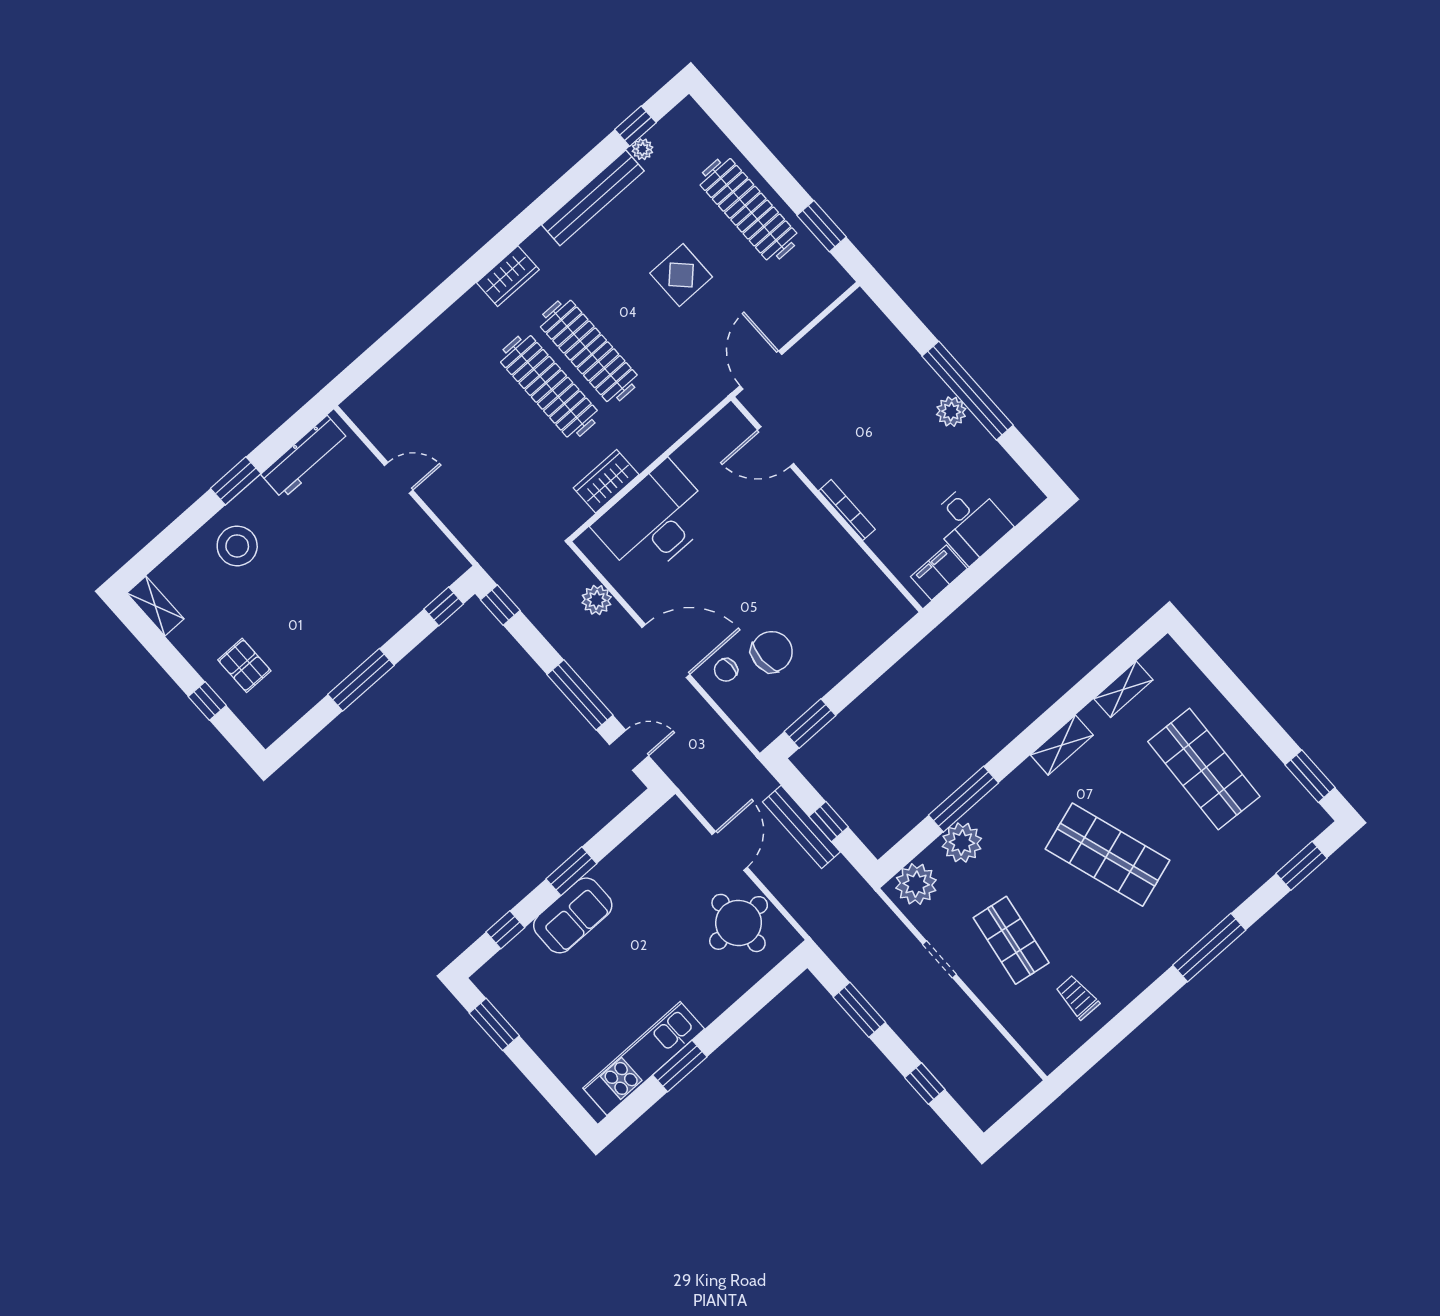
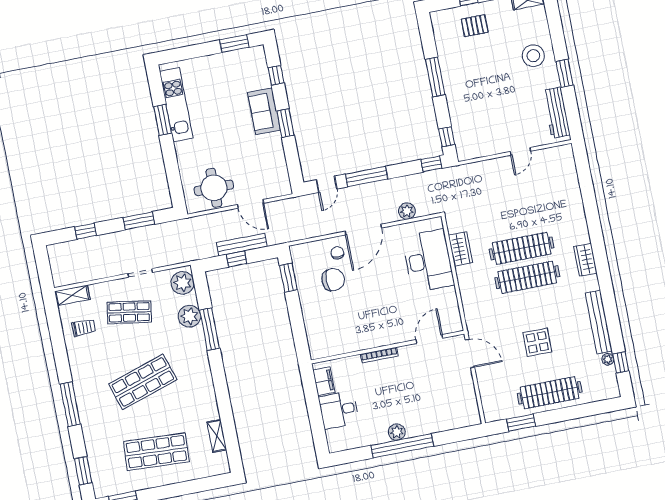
chair: (772, 652) -> (333, 280), turned -90
shelving: (1062, 745) -> (72, 295), moved, turned 90

